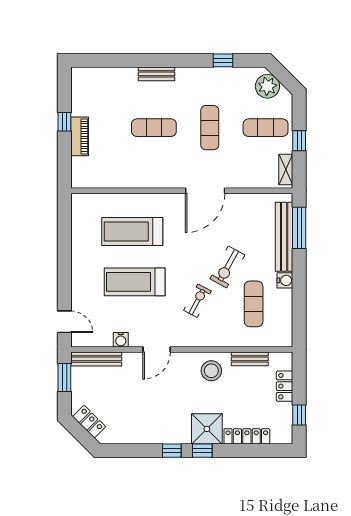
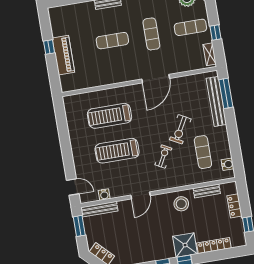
piano: (80, 136) -> (63, 55), width x1.37, depth x1.33
water cooler: (285, 280) -> (228, 164), moved
water cooler: (121, 340) -> (104, 195), moved

